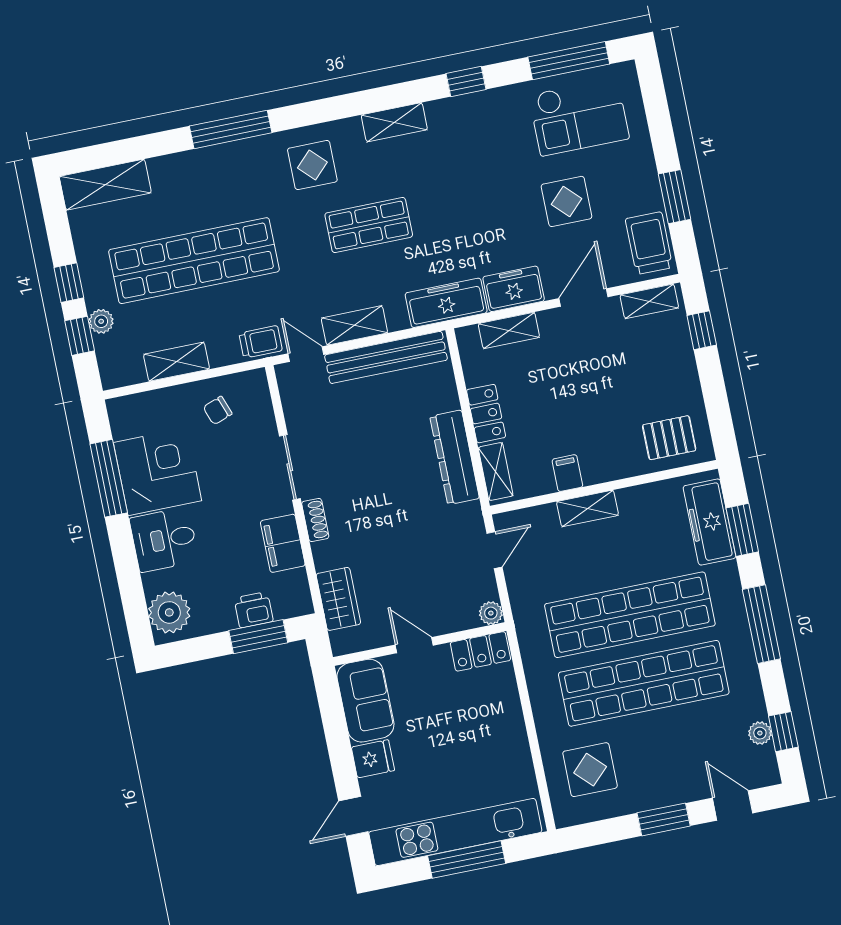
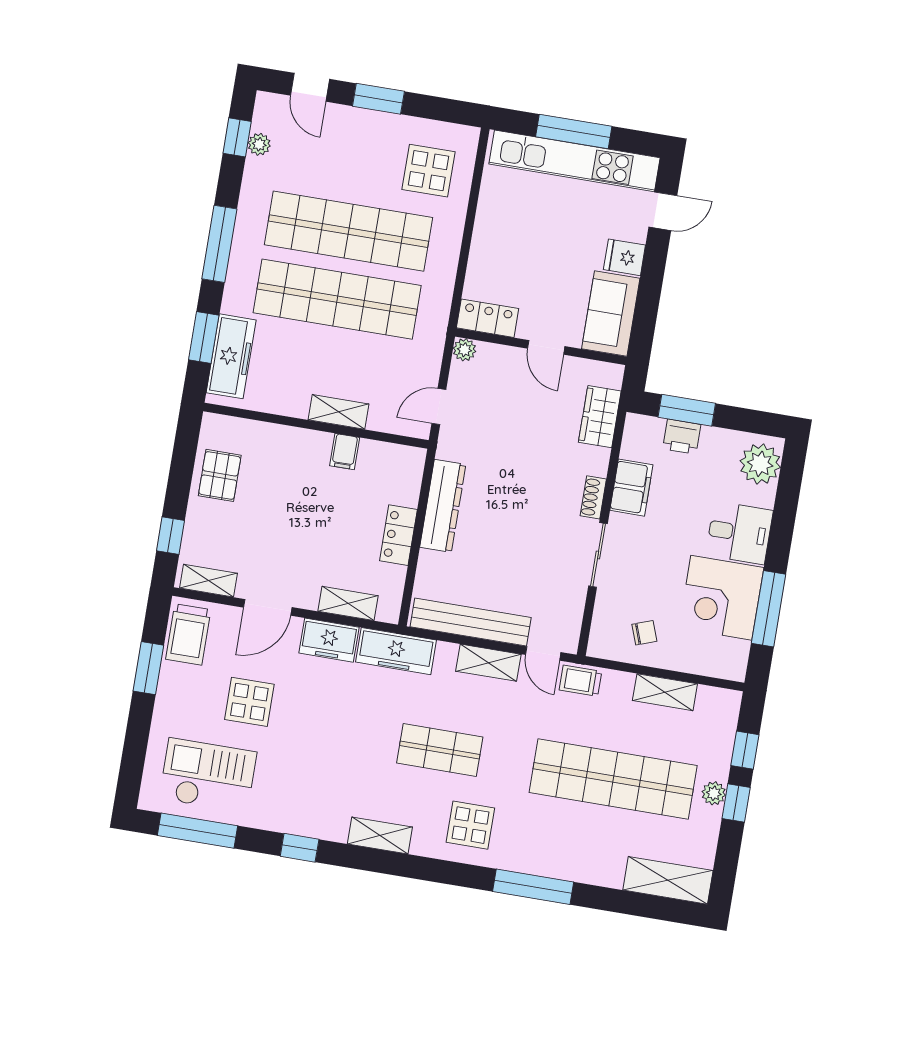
plant: (101, 321) -> (714, 793), moved
pallet: (669, 438) -> (220, 475), moved, turned 90
shelving: (496, 472) -> (410, 478), removed

